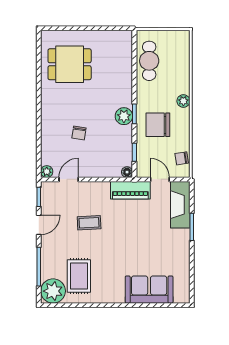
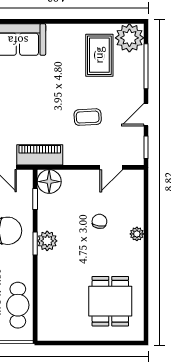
dining table: (70, 64) -> (110, 301), turned 90
plant: (47, 172) -> (137, 234), moved
floor lamp: (127, 172) -> (49, 182), width x1.89, depth x1.89

